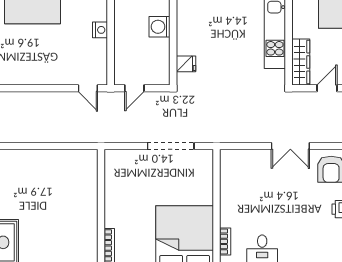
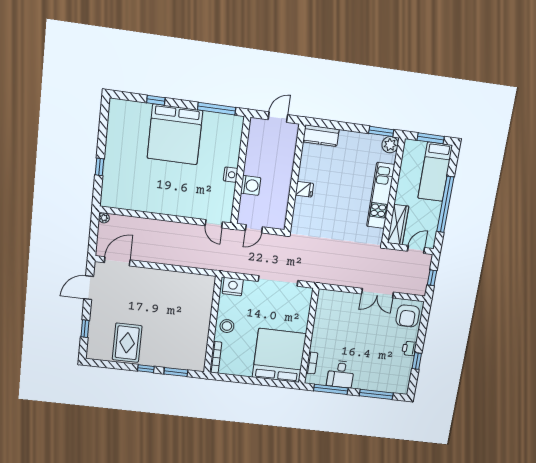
washing machine: (160, 27) -> (251, 185), moved, turned 180
fridge: (186, 64) -> (304, 189), moved
nightstand: (119, 159) -> (233, 287), added
stool: (118, 208) -> (227, 326), added

